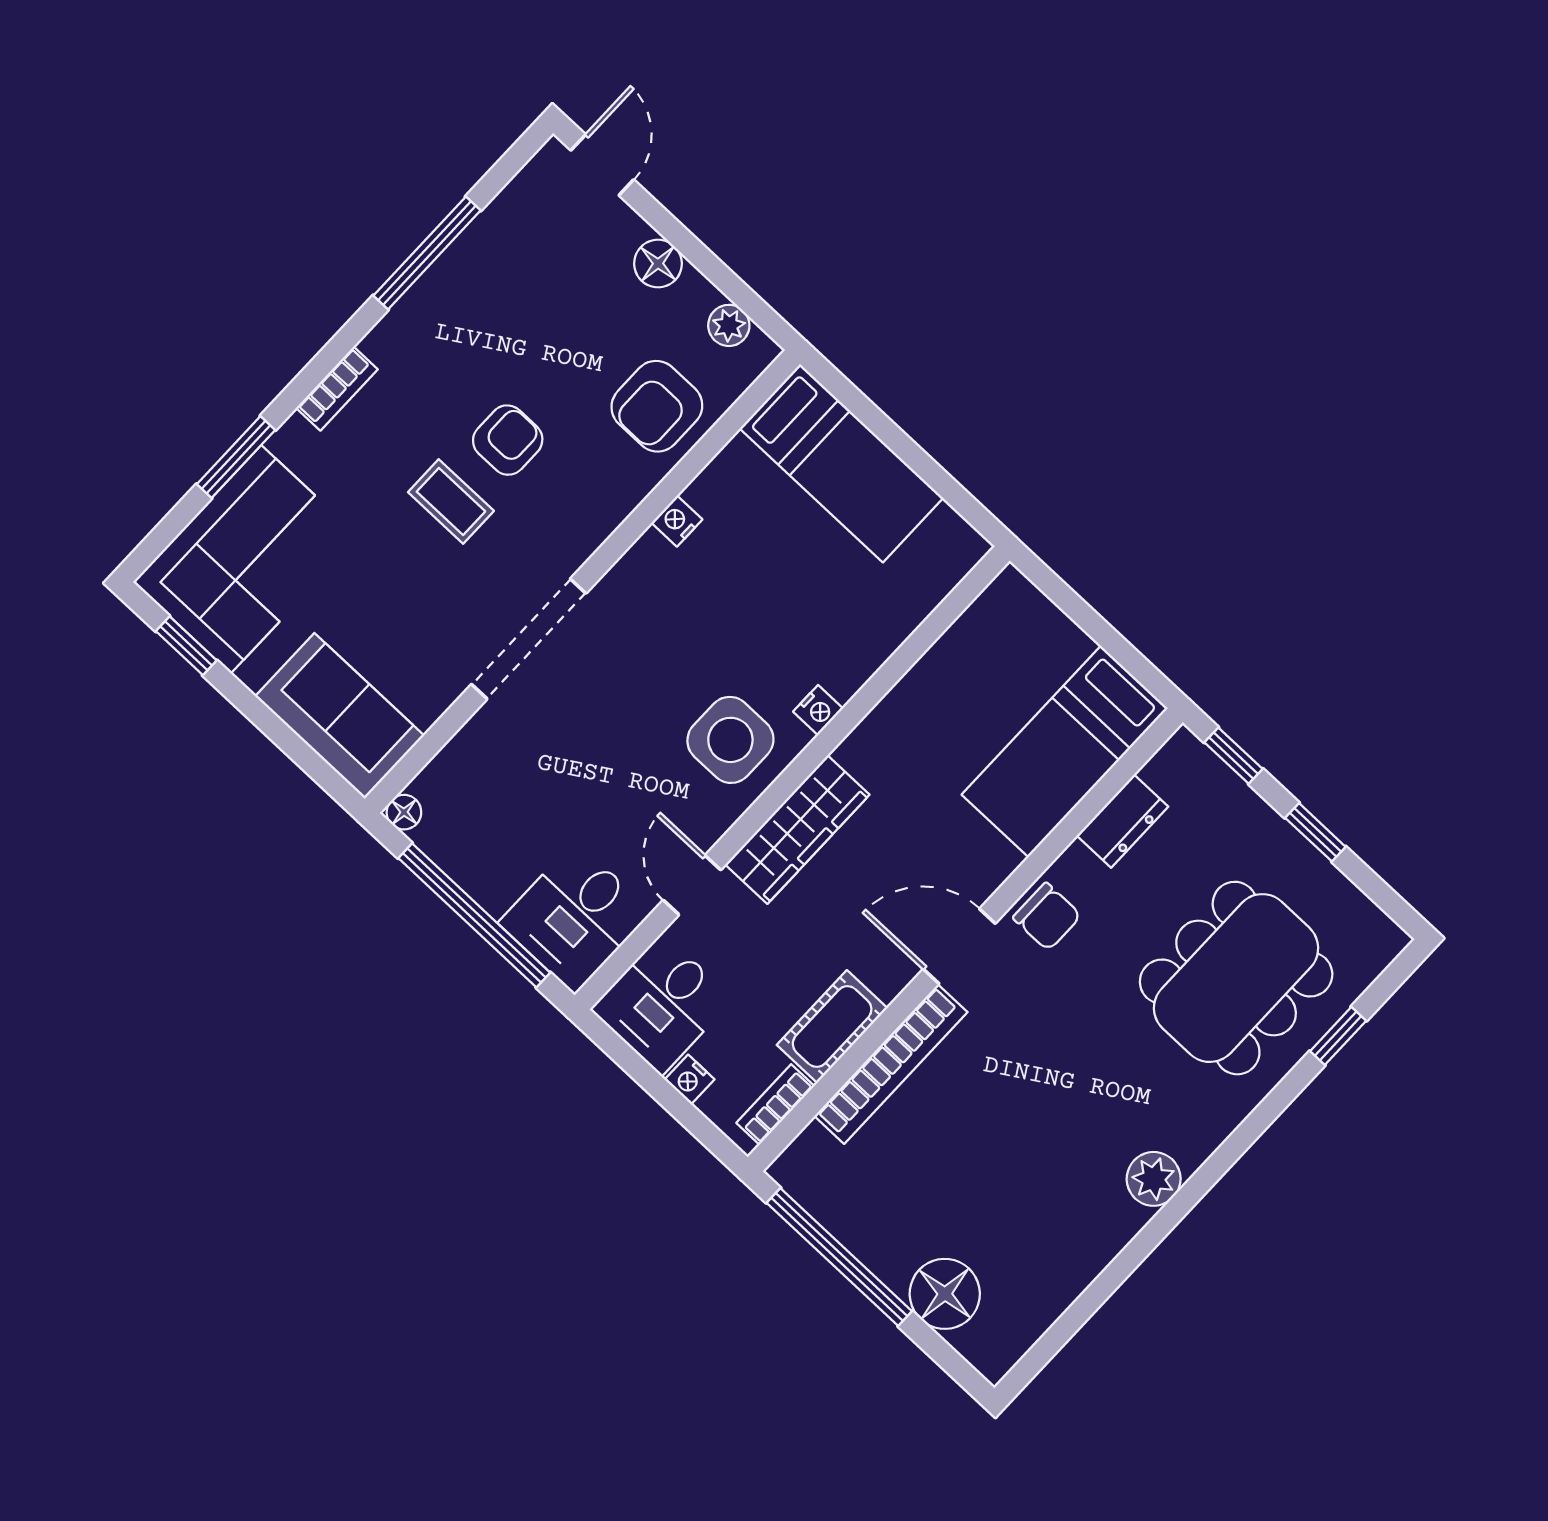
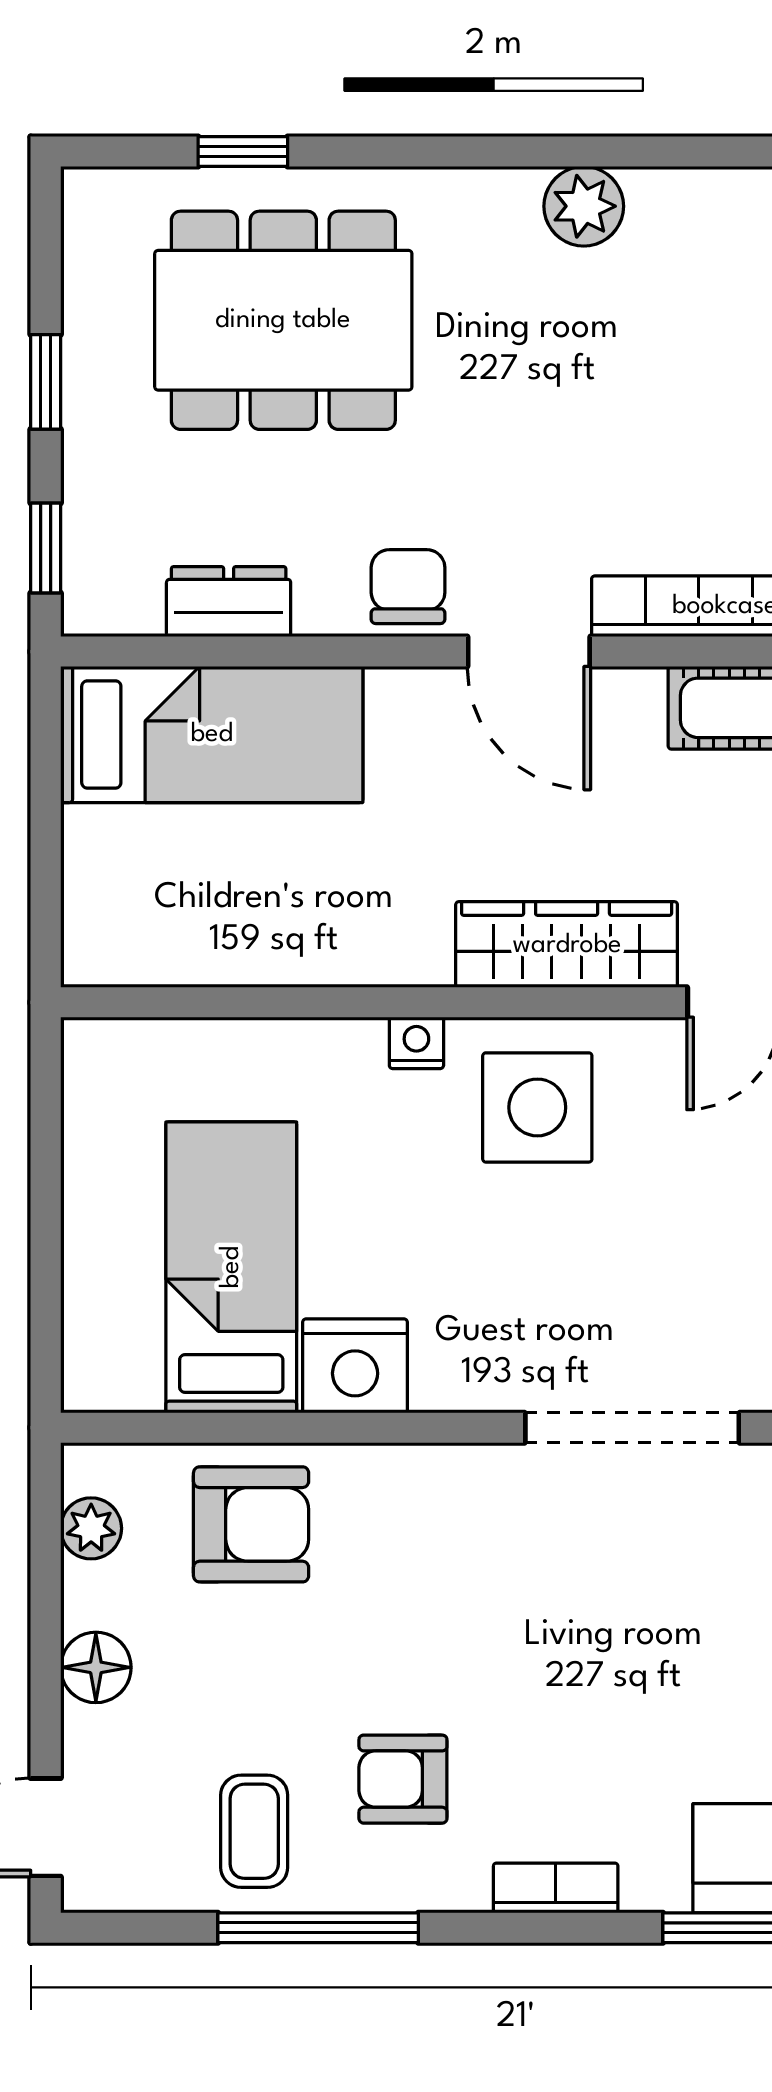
armchair: (508, 440) -> (403, 1779), moved
bed: (841, 463) -> (231, 1267), moved
coffee table: (451, 501) -> (254, 1831), moved
nightstand: (677, 521) -> (355, 1366), width x1.89, depth x1.79

